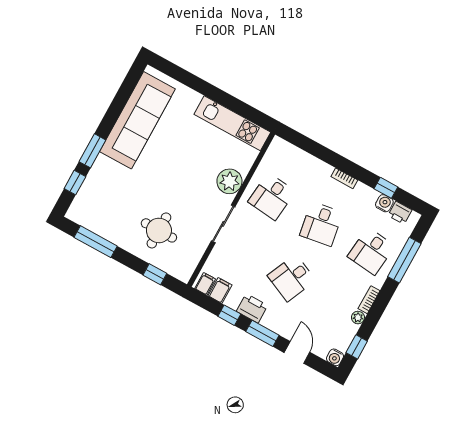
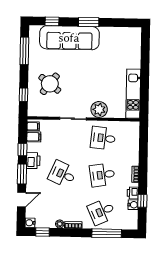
sofa: (137, 120) -> (69, 38), moved
window: (92, 151) -> (89, 22), moved
printer: (400, 213) -> (133, 193), moved
round table: (159, 230) -> (50, 84), turned 38
desk: (371, 251) -> (102, 212), turned -30

